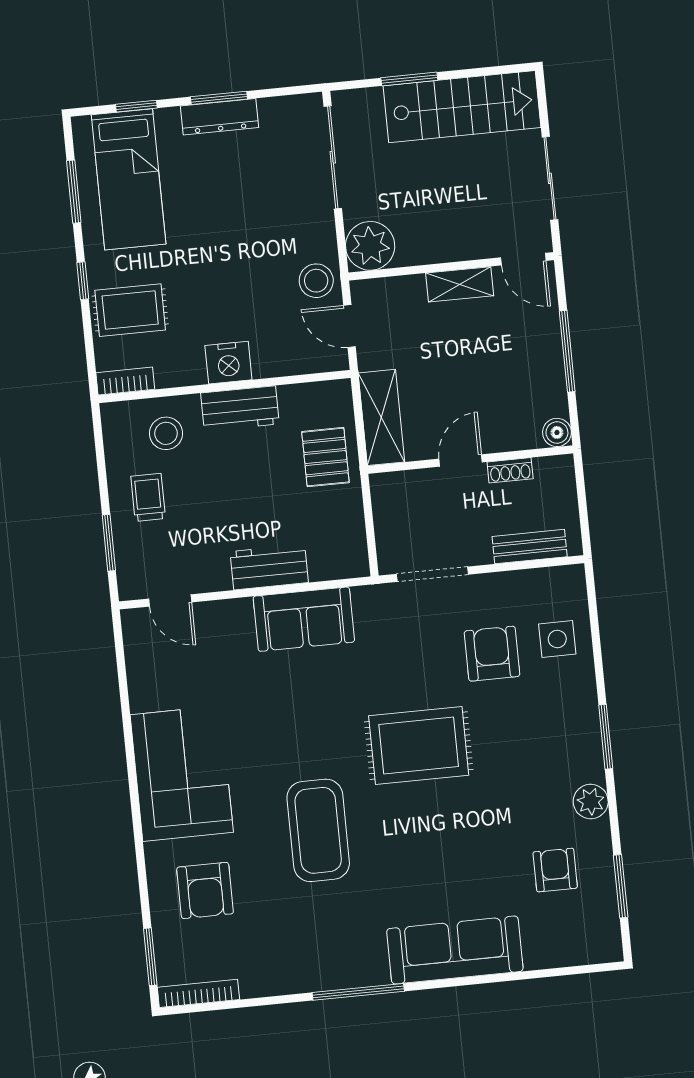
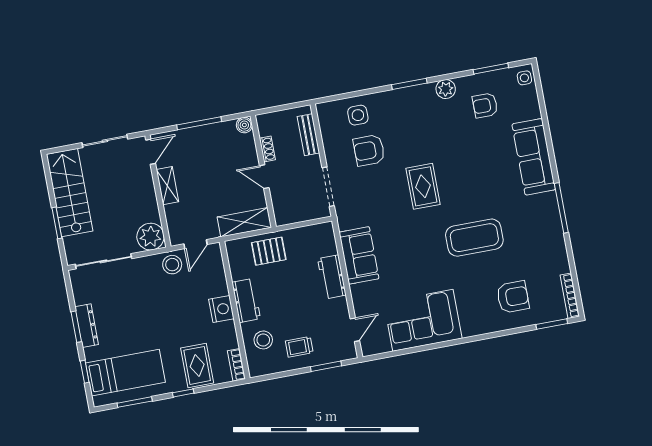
rug: (419, 746) -> (423, 186), width x0.73, depth x0.70
corner sofa: (182, 774) -> (423, 320), moved
side table: (599, 945) -> (524, 78), added

